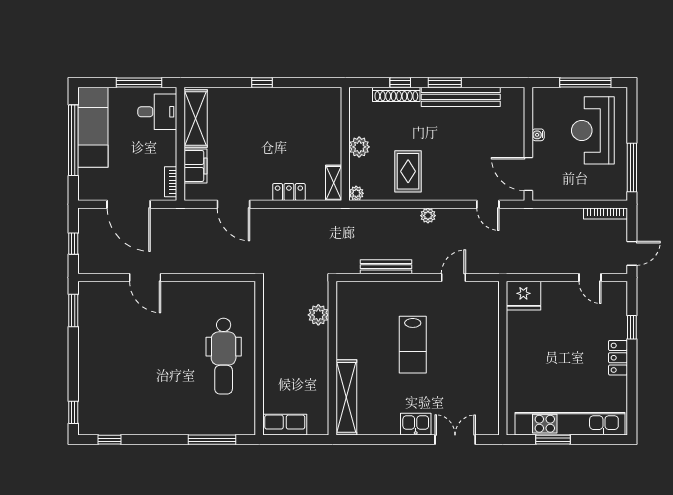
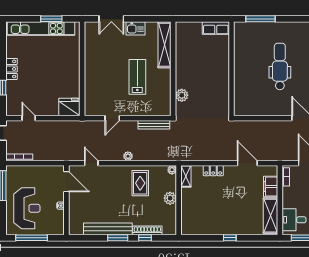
plant: (318, 315) -> (182, 95), moved
dental chair: (224, 356) -> (280, 66), moved
wall: (332, 358) -> (173, 69), moved
shelving: (346, 397) -> (165, 45), moved

